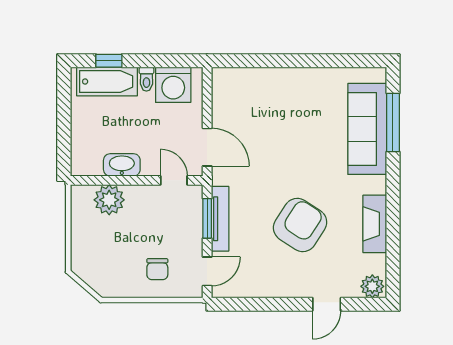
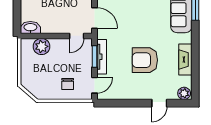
washbasin: (122, 165) -> (30, 28), moved
door: (174, 180) -> (77, 36), swing flipped
armchair: (300, 225) -> (145, 60), turned -123

